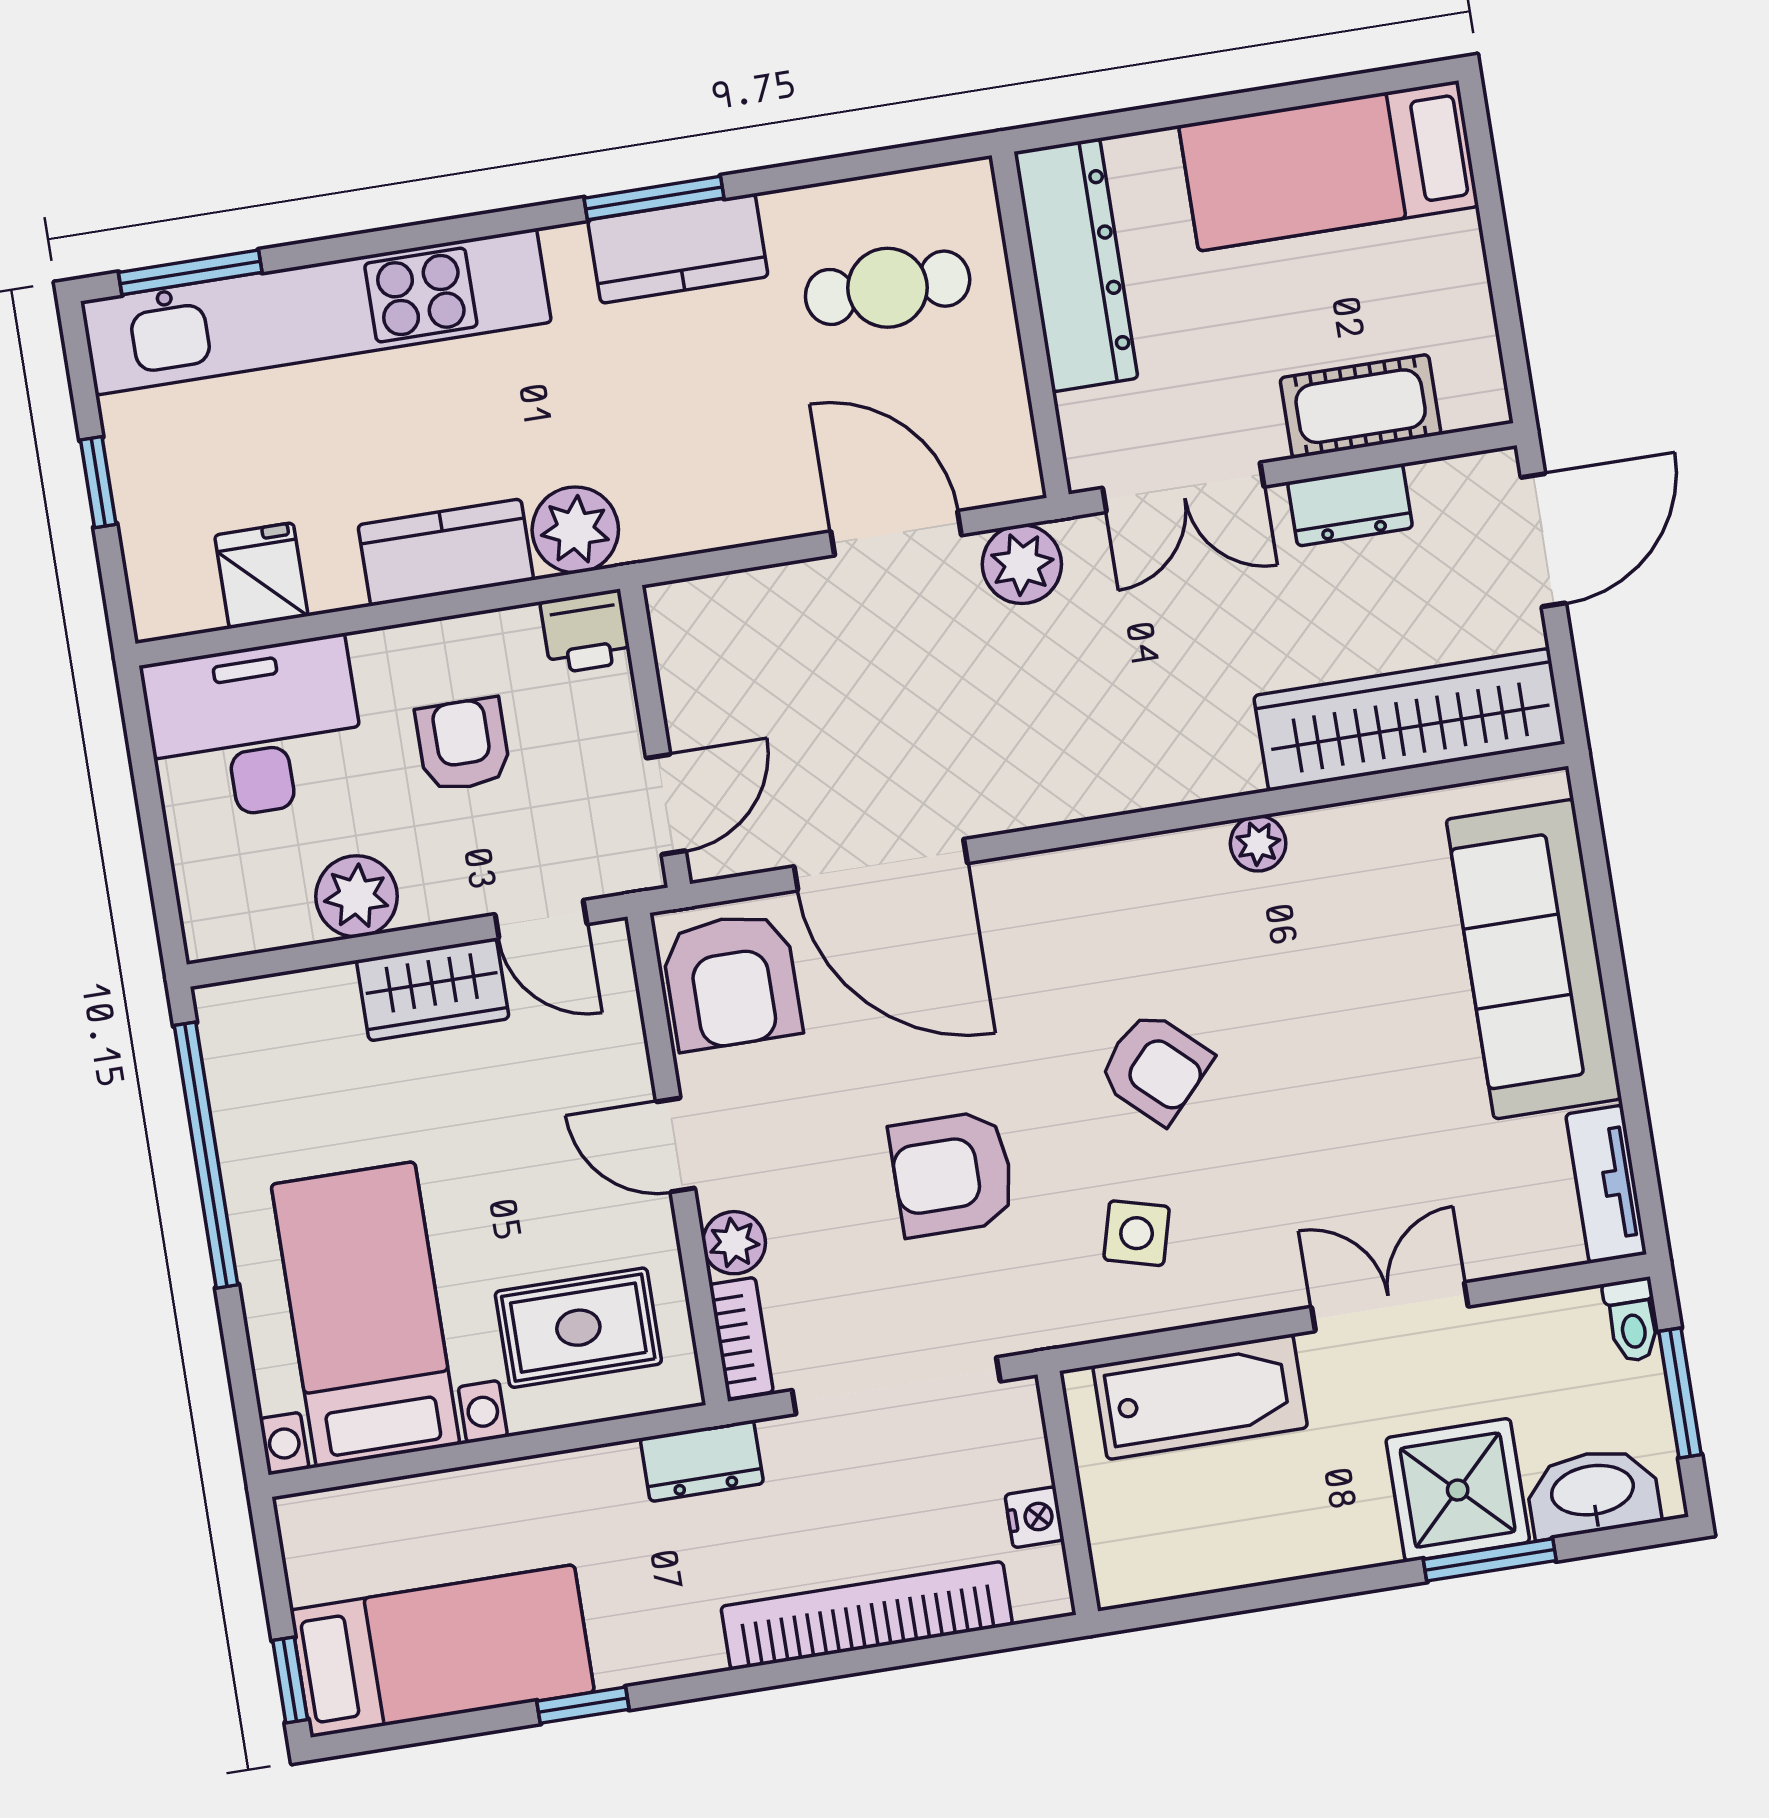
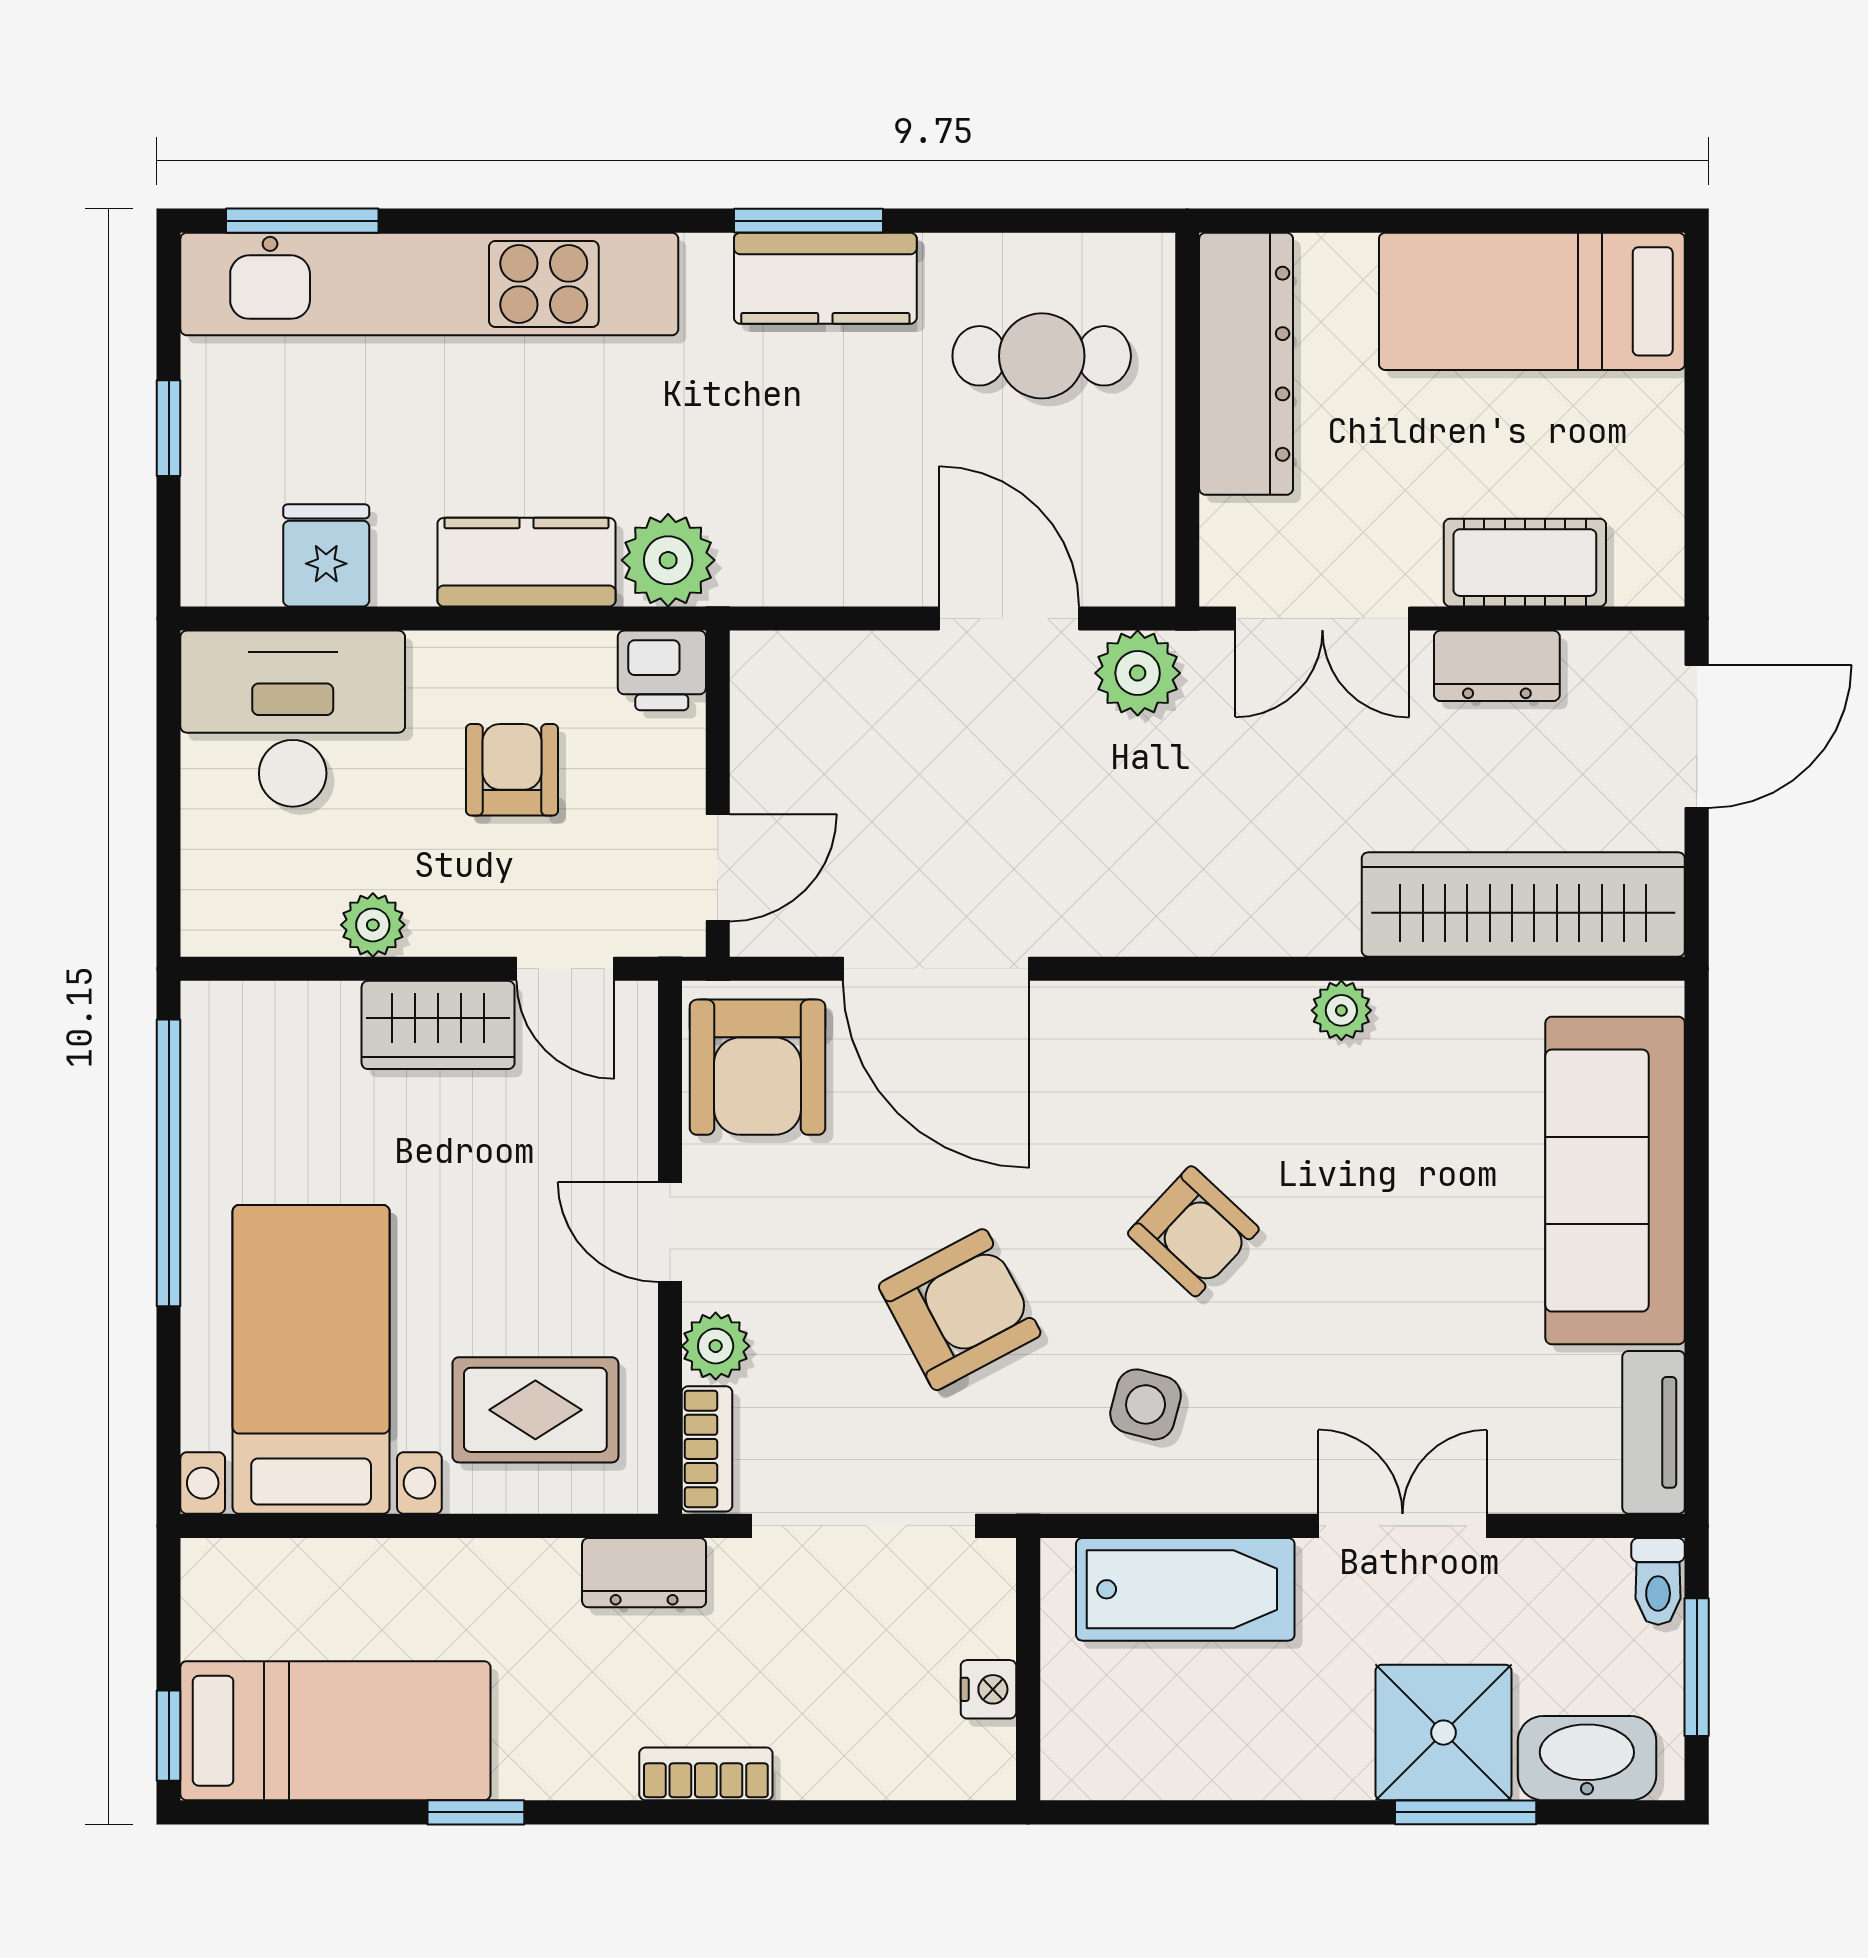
plant: (357, 896) -> (373, 925), width x0.73, depth x0.73
armchair: (952, 1174) -> (960, 1310), turned 152
bookcase: (867, 1616) -> (706, 1774), width x0.43, depth x0.76

